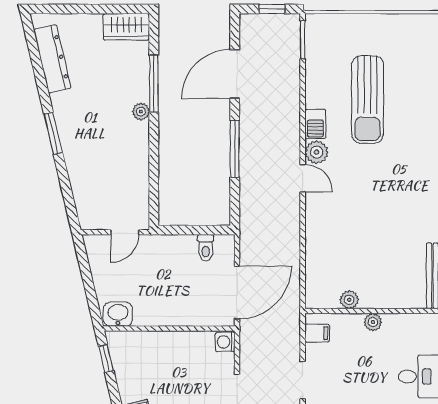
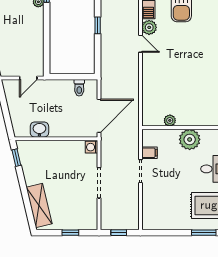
window: (235, 149) -> (98, 25), width x0.46
washbasin: (118, 314) -> (39, 130), moved
plant: (373, 322) -> (190, 139), width x1.87, depth x1.87
filing cabinet: (317, 333) -> (150, 153), moved

